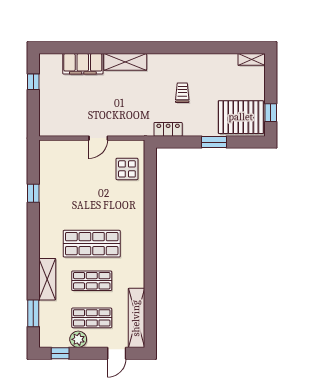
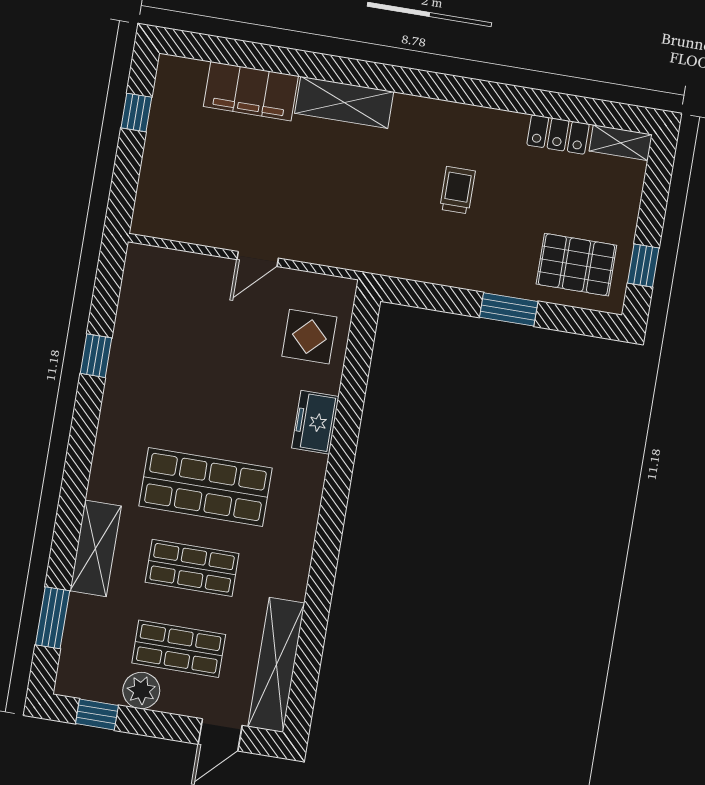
pallet: (241, 117) -> (576, 265), width x0.73, depth x0.71
locker: (168, 129) -> (558, 135), moved, turned 180
freezer: (136, 207) -> (315, 422), added

